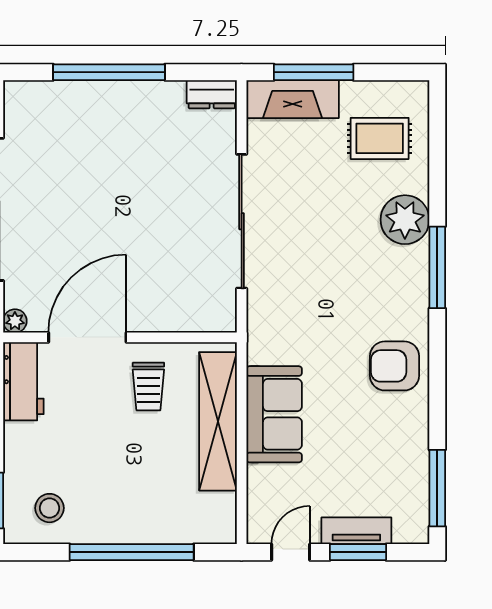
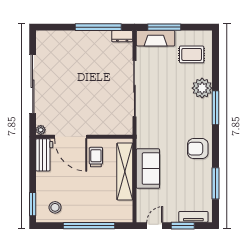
window: (109, 72) -> (98, 27), moved
door: (87, 337) -> (71, 137), swing flipped
trolley: (148, 387) -> (96, 157), turned 180
window: (437, 488) -> (215, 183), moved
tv unit: (356, 531) -> (193, 217), moved

